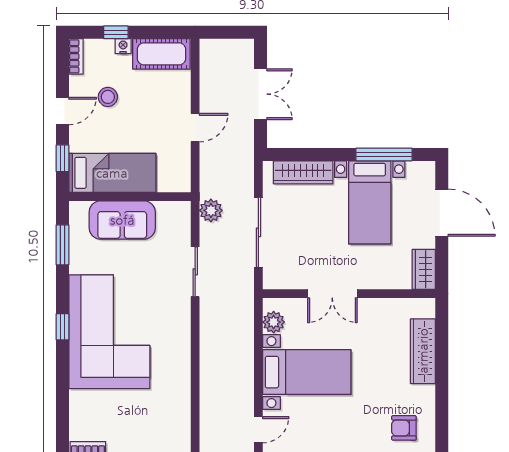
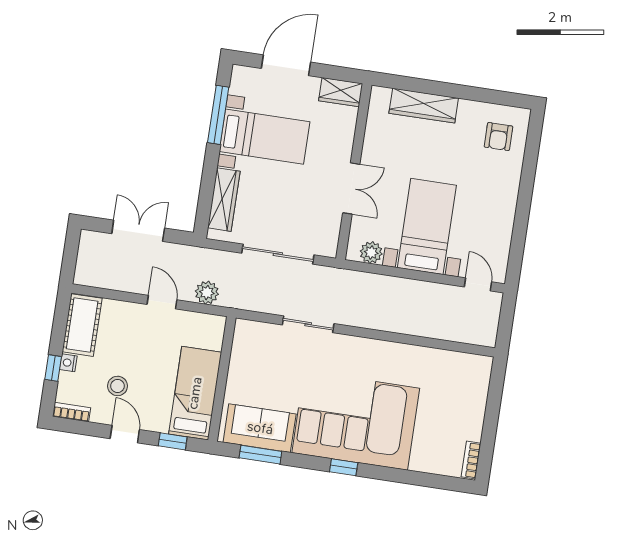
plant: (211, 210) -> (207, 293), moved
sofa: (122, 220) -> (260, 428), moved, turned -90

